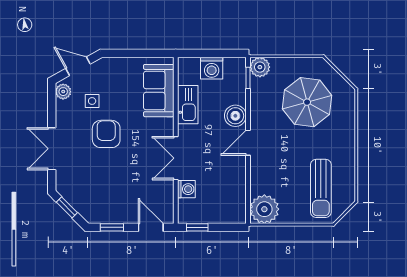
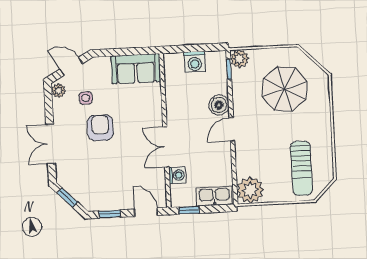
sofa: (159, 91) -> (136, 69), moved, turned -90
kitchen sink: (188, 105) -> (214, 196), moved, turned -90

